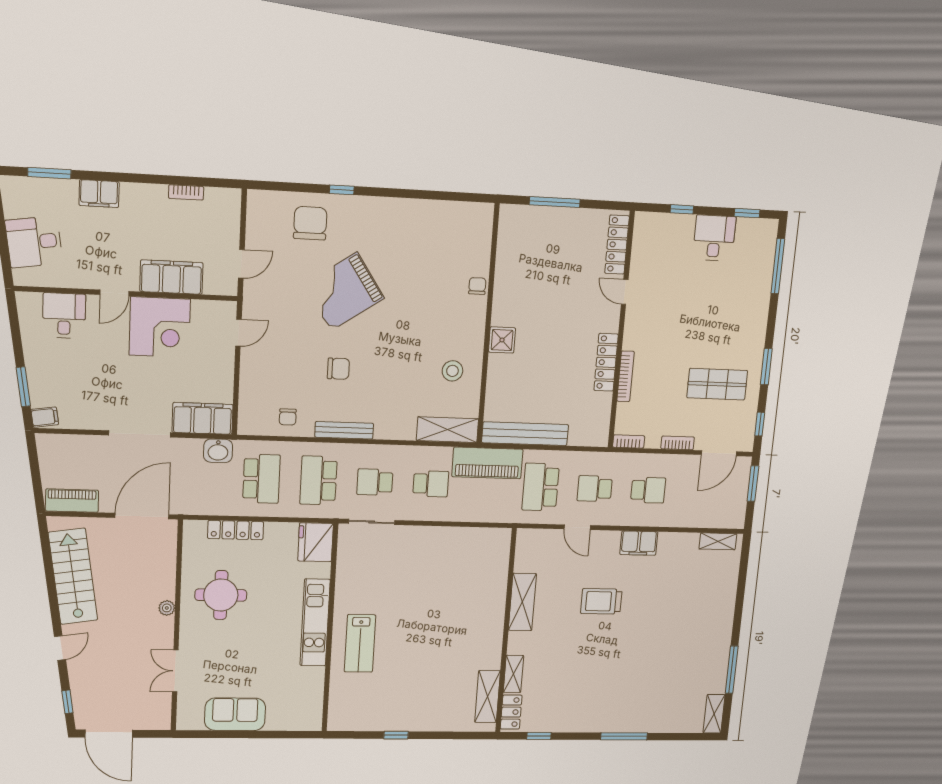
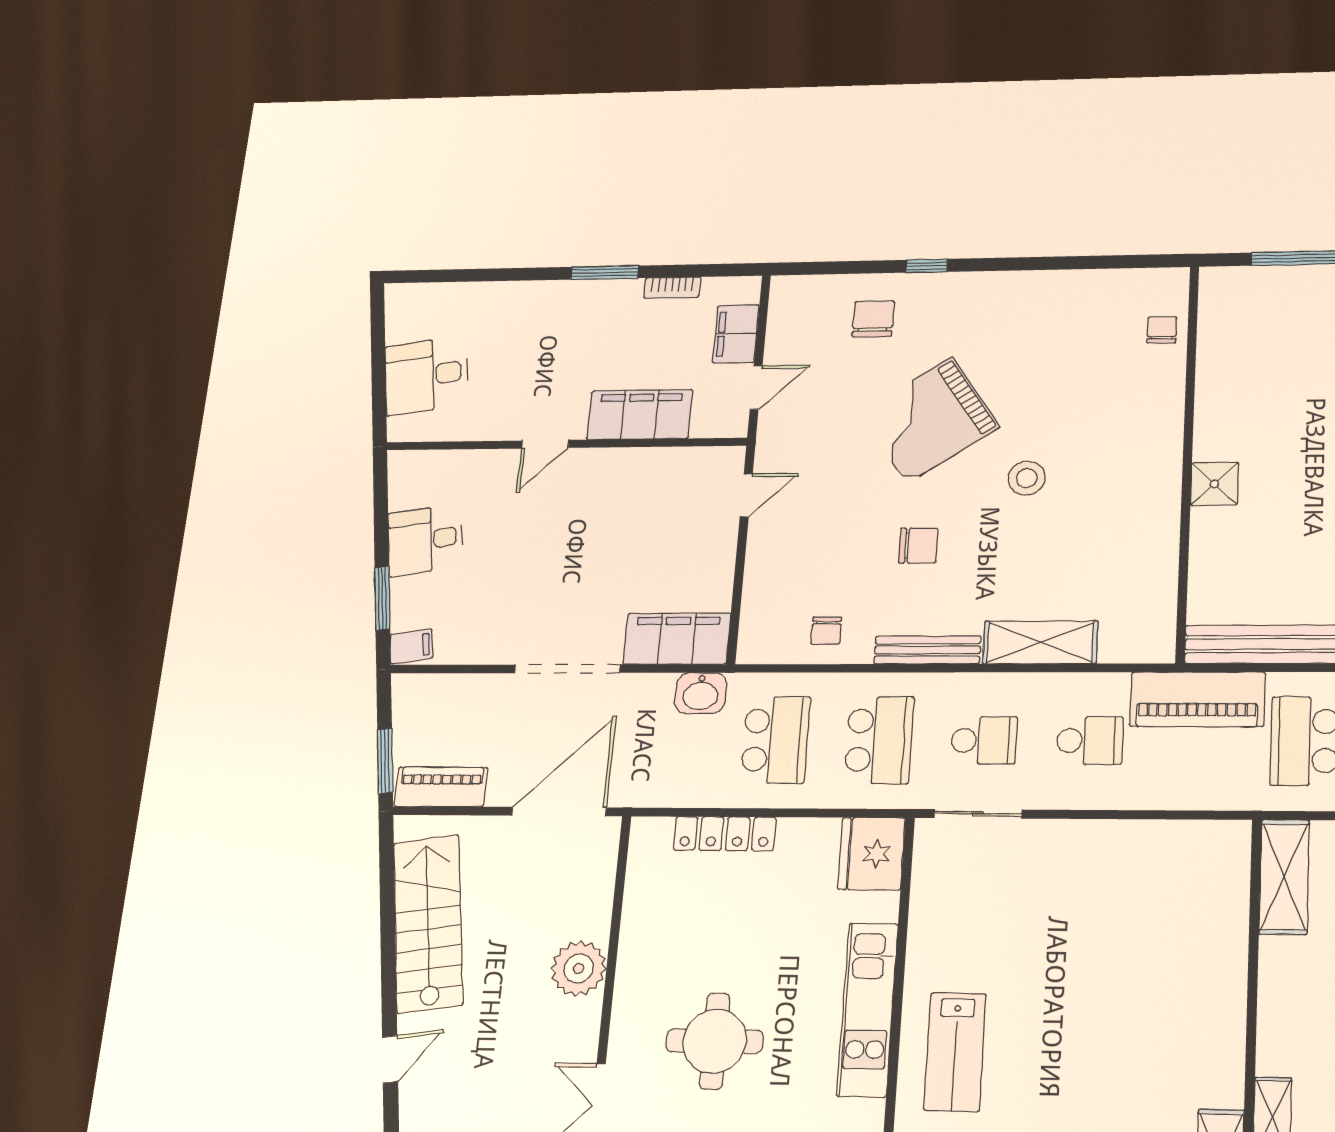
window: (49, 173) -> (605, 273), moved
filing cabinet: (99, 194) -> (736, 334), moved, turned 90
chair: (310, 223) -> (873, 319), width x0.73, depth x0.73
chair: (477, 286) -> (1162, 330), moved
desk: (64, 316) -> (425, 540), moved, turned -98
corner desk: (160, 327) -> (615, 493), removed
stool: (452, 371) -> (1027, 478), moved
shelving: (447, 430) -> (1040, 642), moved
school desk: (318, 480) -> (879, 740), turned 180
school desk: (375, 482) -> (984, 740), turned 180
window: (37, 485) -> (385, 761), added
round table: (221, 595) -> (715, 1041), moved
shelving: (522, 602) -> (1284, 877), moved
plant: (167, 608) -> (578, 968), width x1.88, depth x1.88

